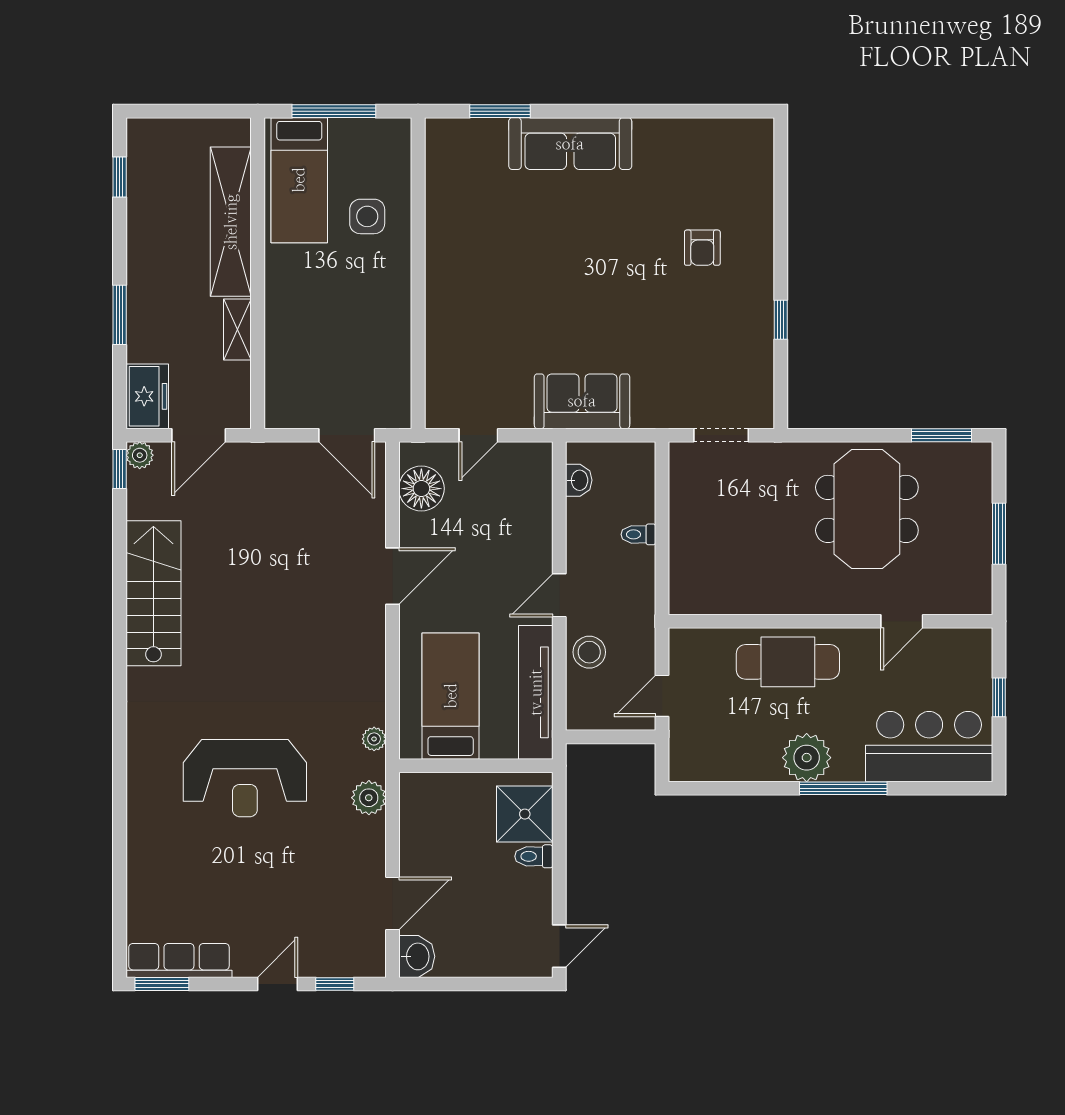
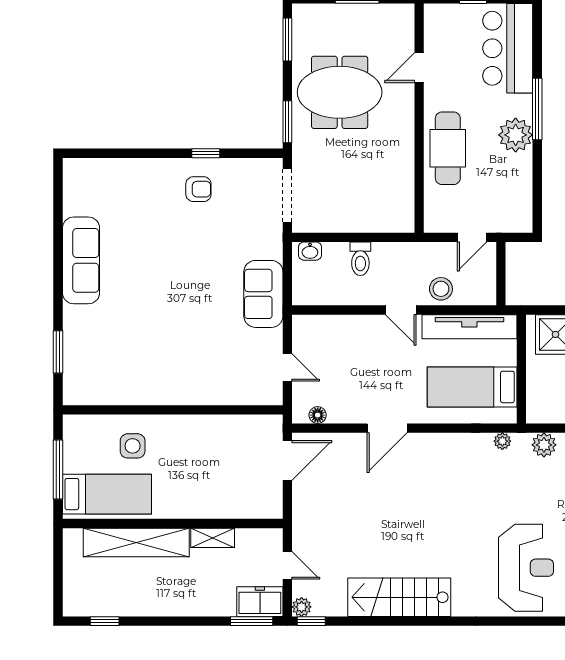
sofa: (570, 144) -> (81, 260), moved
armchair: (702, 248) -> (198, 189), moved
window: (120, 315) -> (252, 621), moved
door: (199, 435) -> (287, 565), width x0.73
doorway: (721, 435) -> (287, 195), width x1.38
window: (825, 435) -> (287, 122), added
washbasin: (579, 480) -> (310, 251), moved, turned 180
floor lamp: (421, 489) -> (318, 415), width x0.53, depth x0.53
toilet: (638, 534) -> (360, 259), width x1.37, depth x1.39
door: (392, 576) -> (387, 428), swing flipped
door: (902, 621) -> (419, 68), swing flipped
door: (662, 696) -> (472, 237), hinge flipped
reception desk: (245, 778) -> (526, 568), moved

